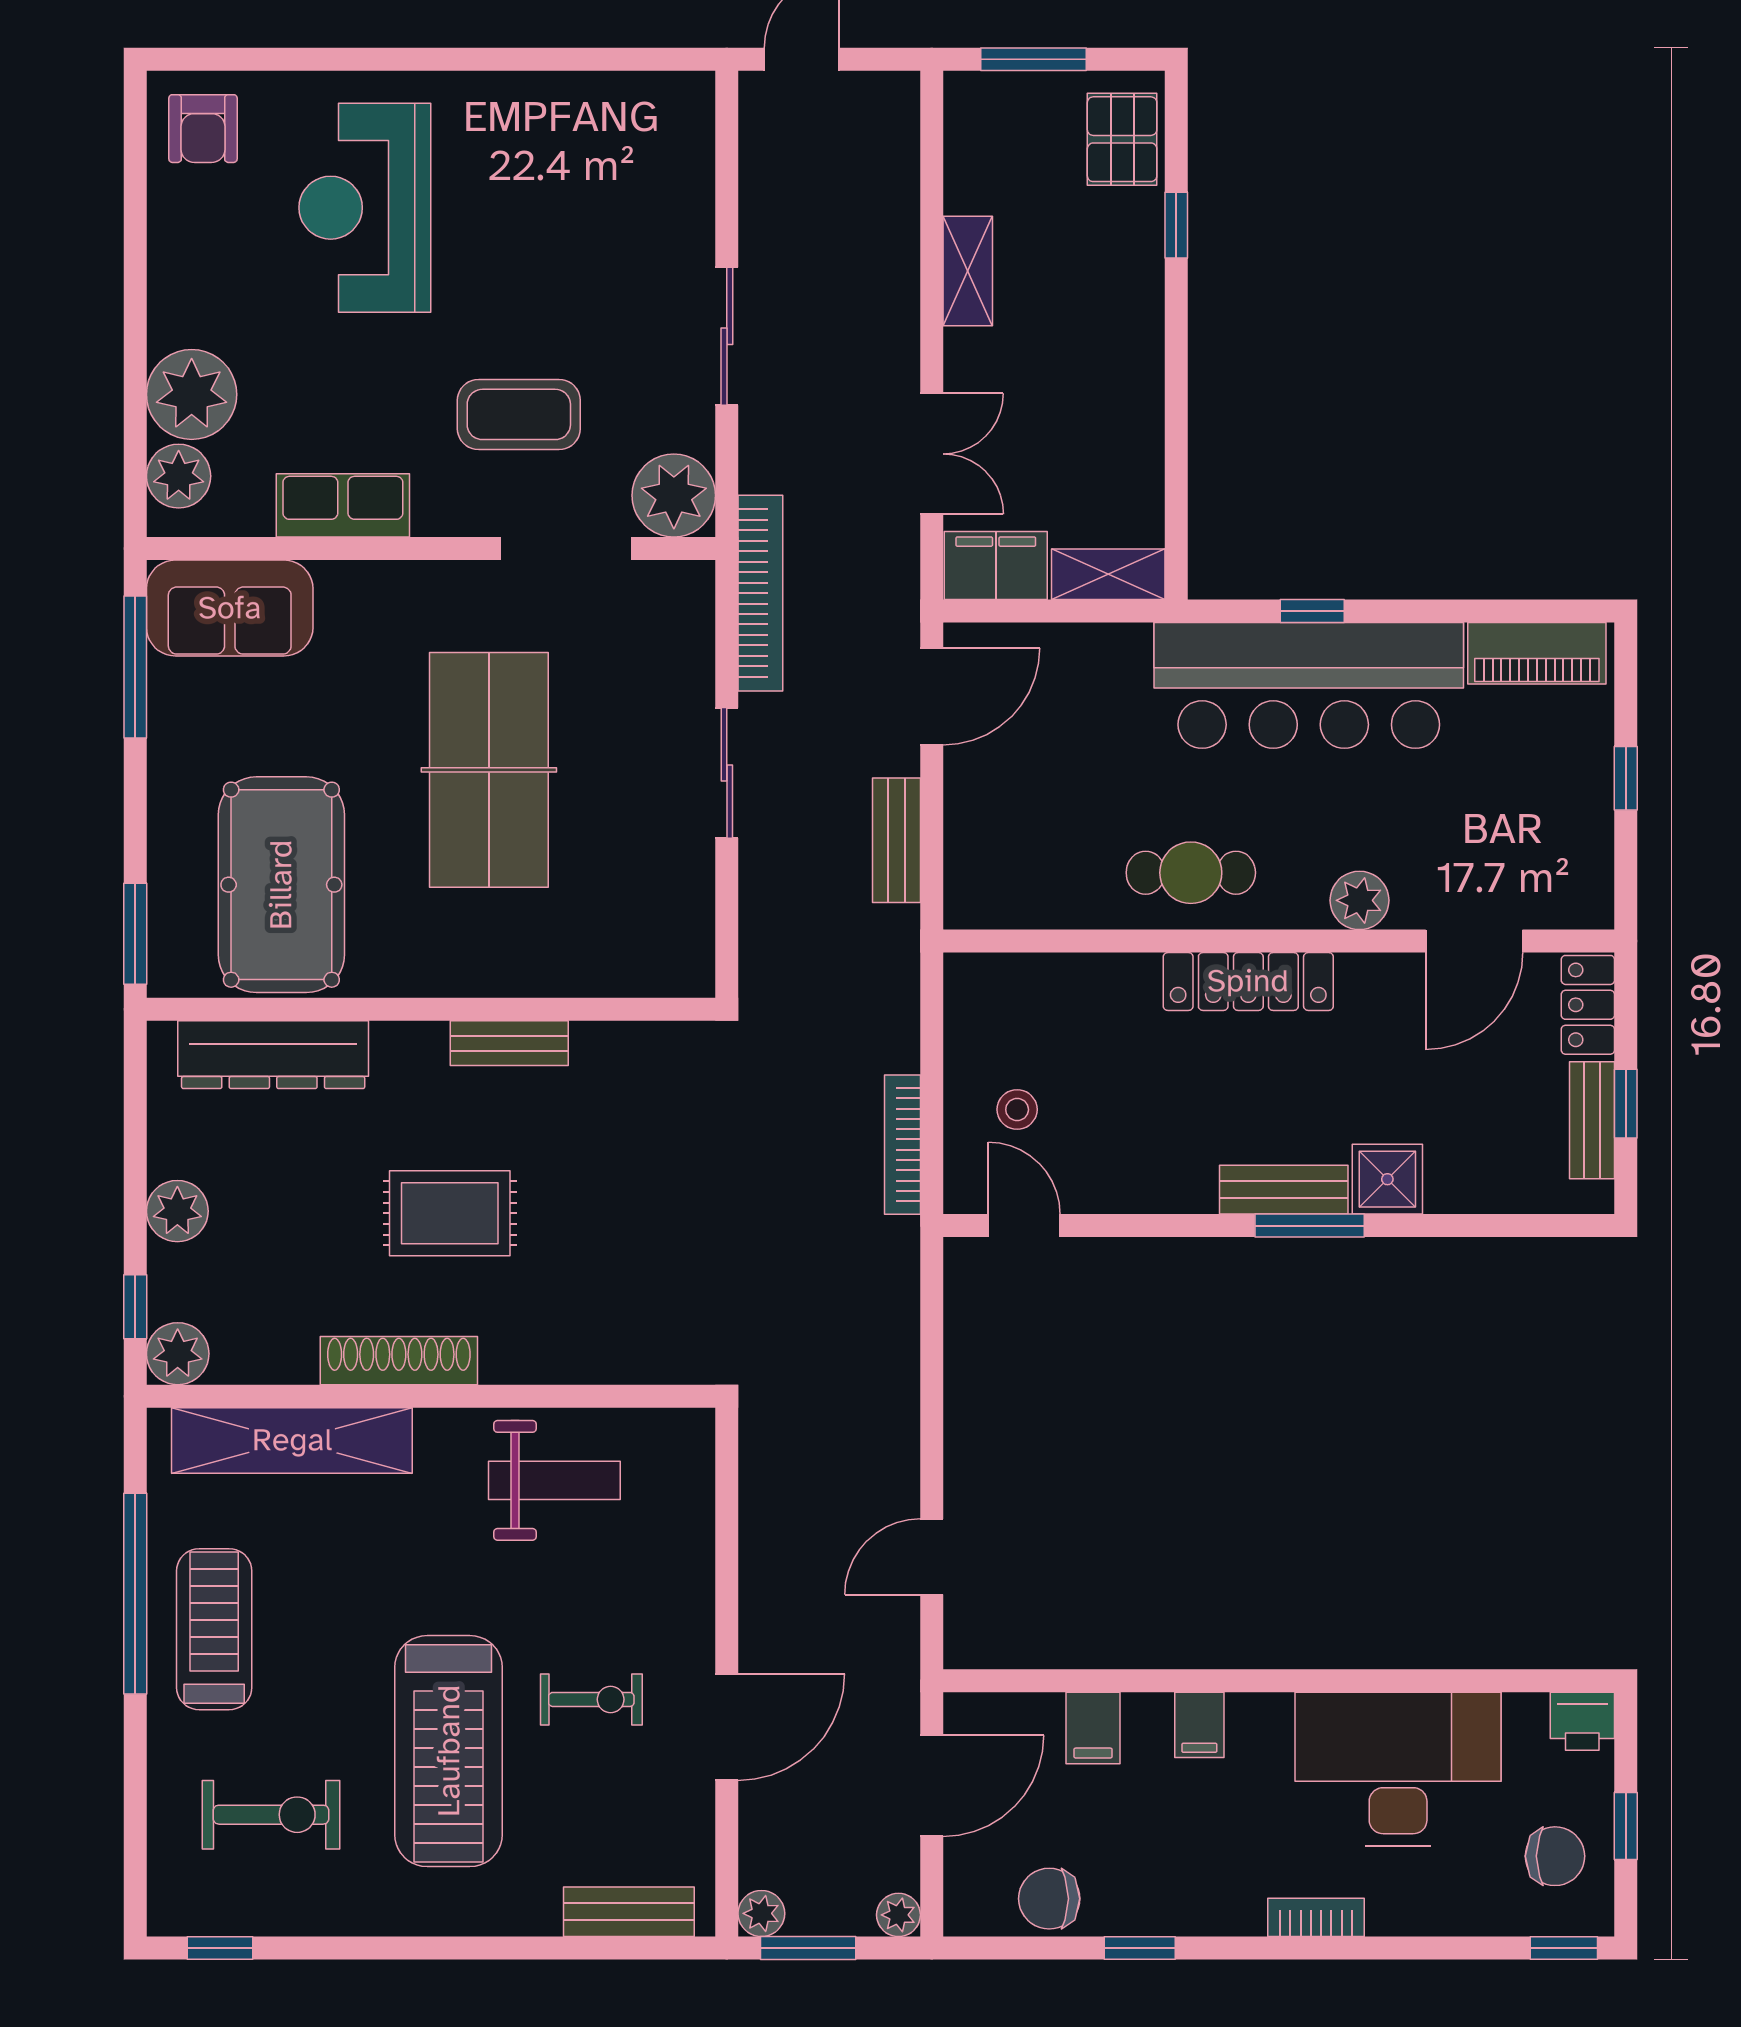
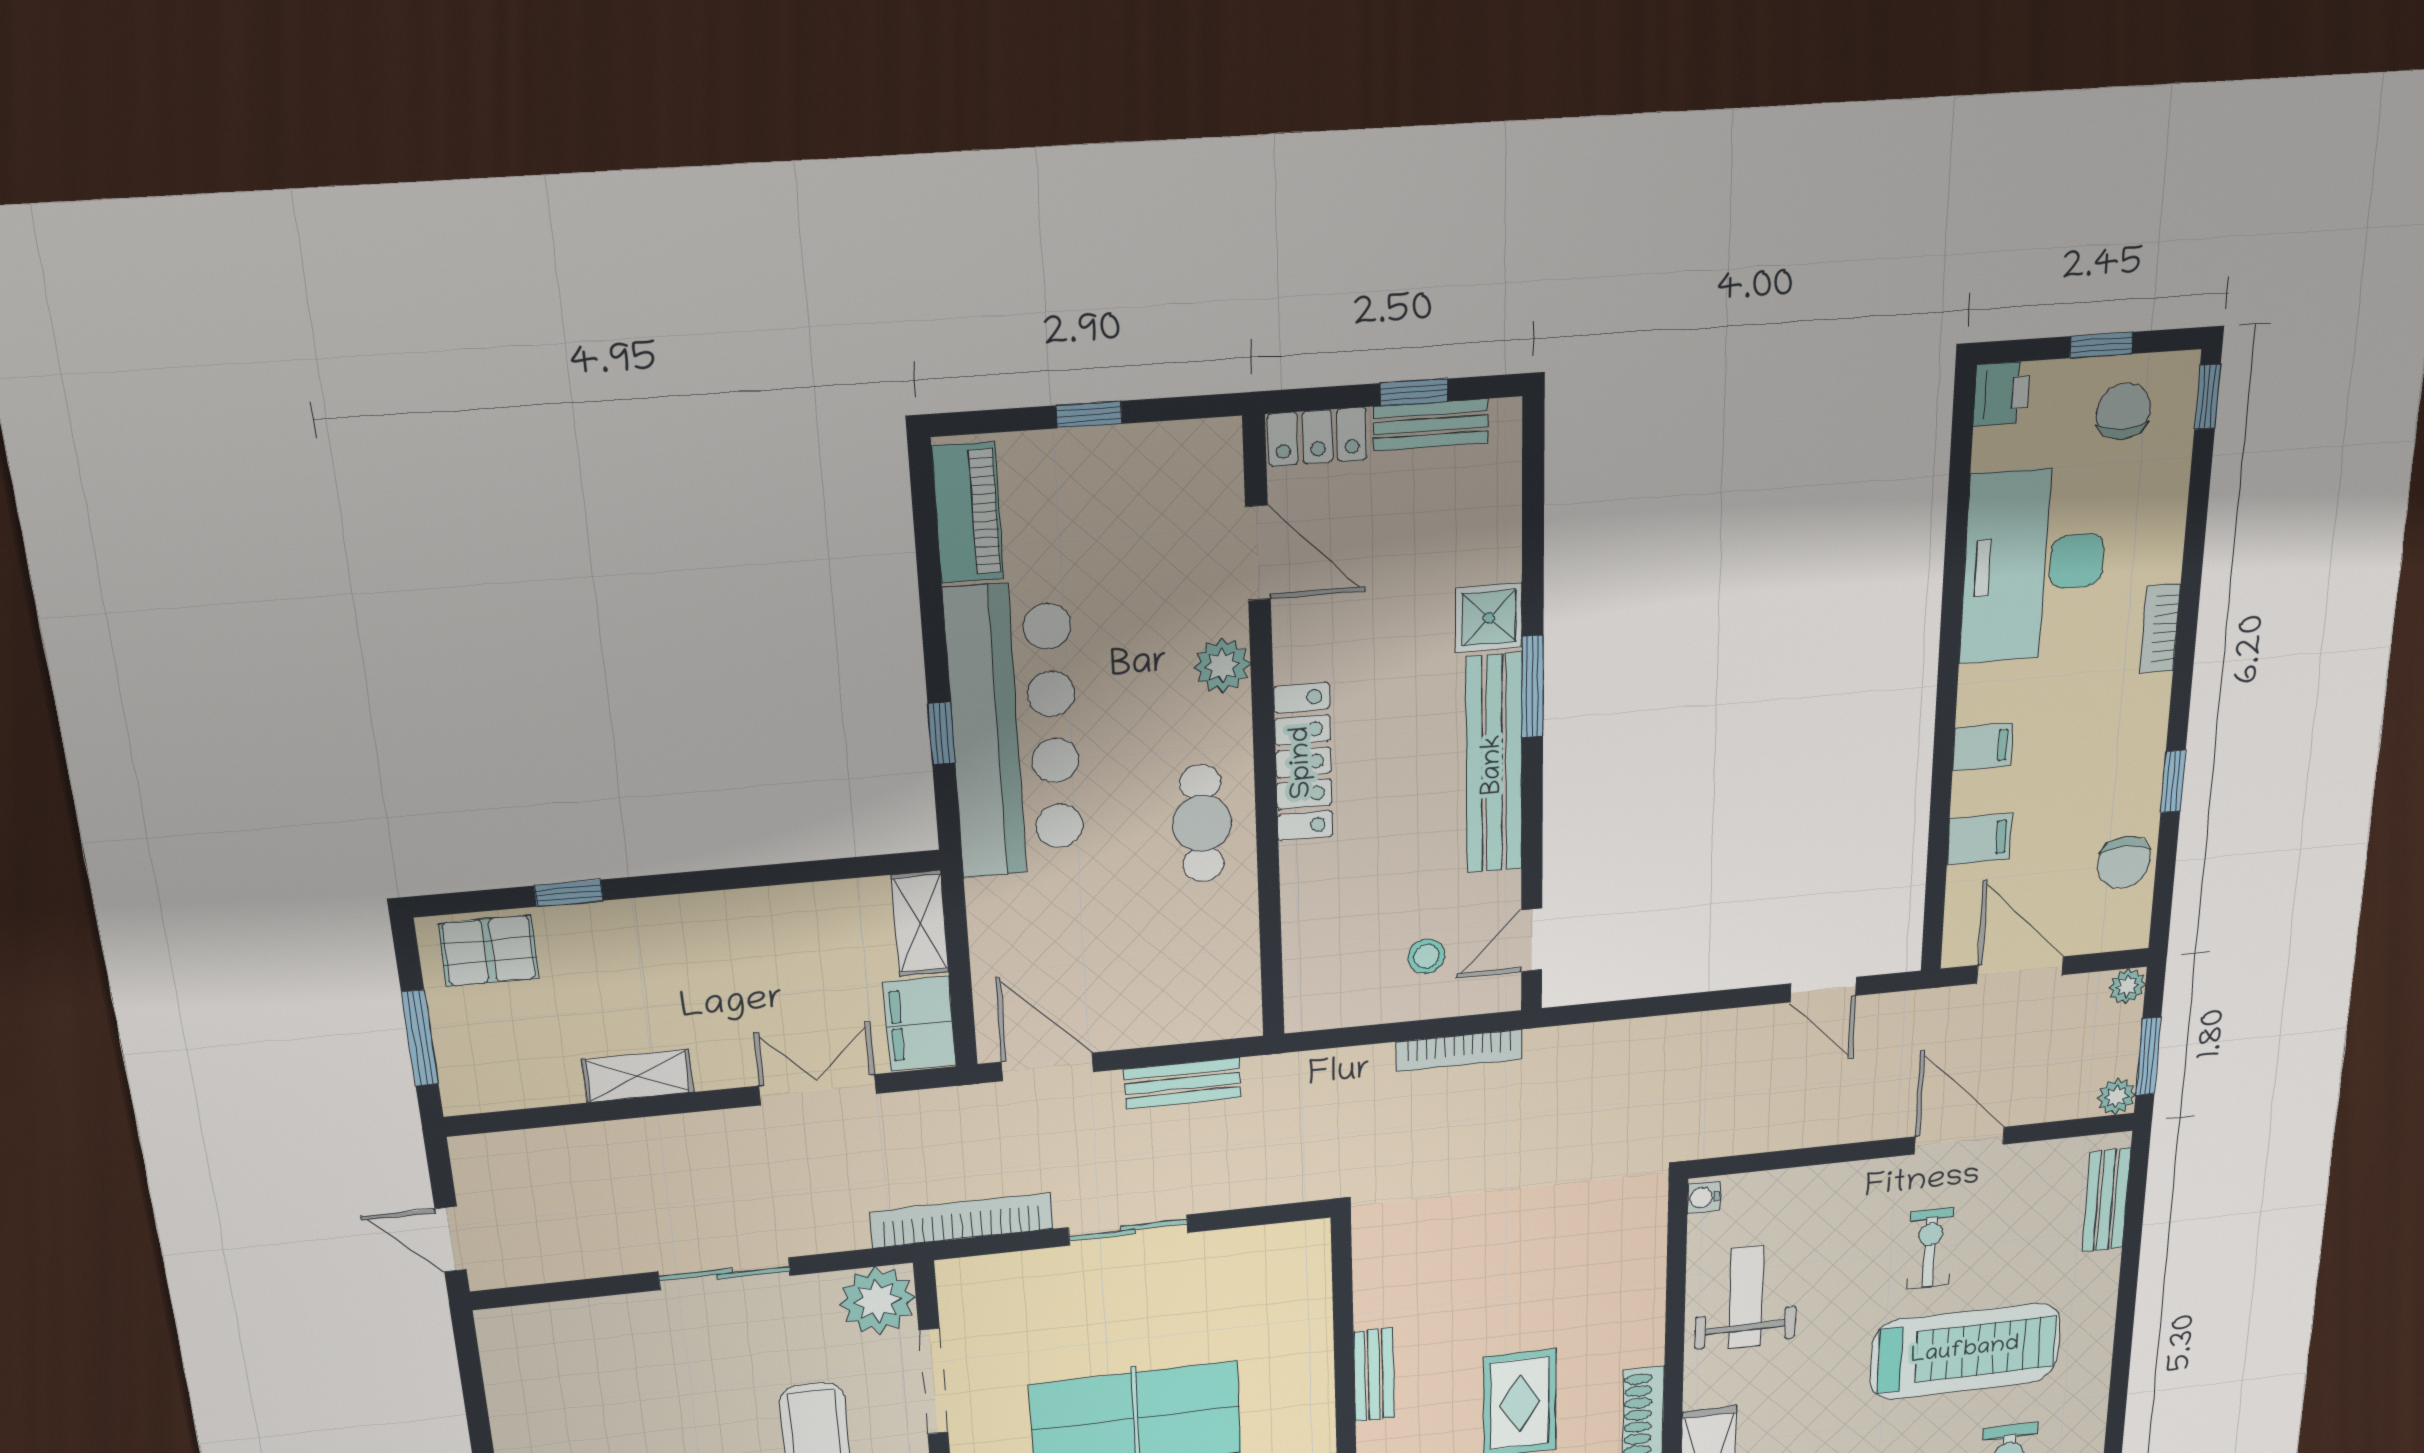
bench: (1284, 1190) -> (1494, 764), width x1.86, depth x1.21
water cooler: (690, 1426) -> (1704, 1197), added

